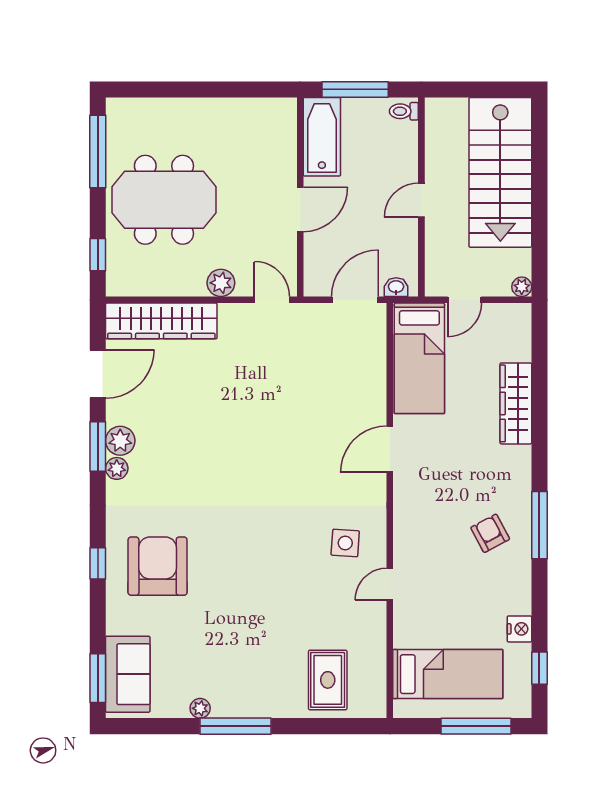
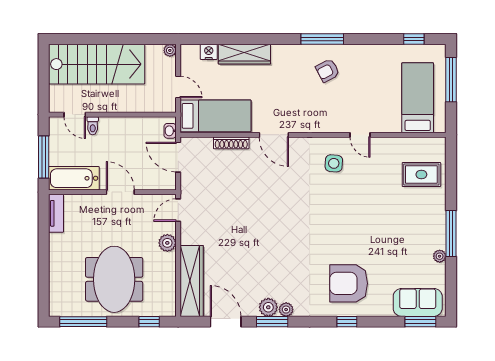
tv unit: (267, 109) -> (56, 213), added
toilet: (404, 111) -> (93, 126), moved
door: (421, 200) -> (75, 115), moved
shoe rack: (377, 383) -> (231, 143), added
nightstand: (519, 629) -> (209, 52), moved

